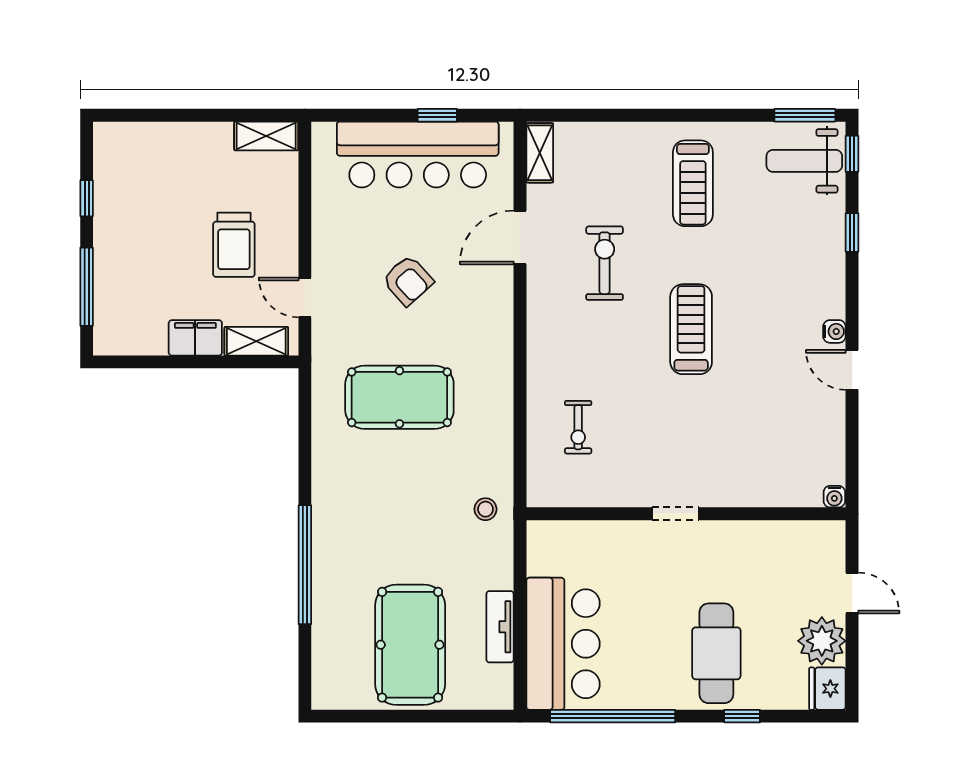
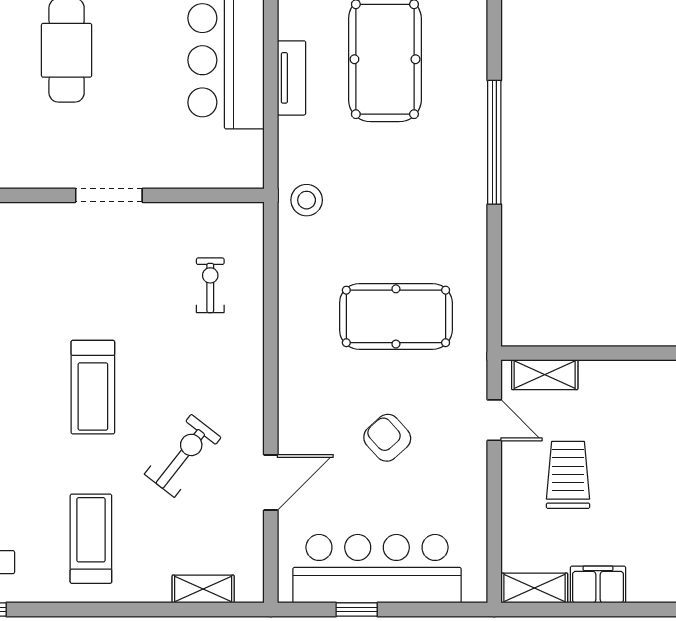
shelving: (540, 153) -> (203, 589), moved, turned 90
exercise bike: (605, 263) -> (183, 456), turned -142
filing cabinet: (195, 338) -> (598, 585), moved, turned 180
stool: (485, 509) -> (307, 200), width x1.37, depth x1.37
doorway: (676, 514) -> (109, 195), width x1.38

